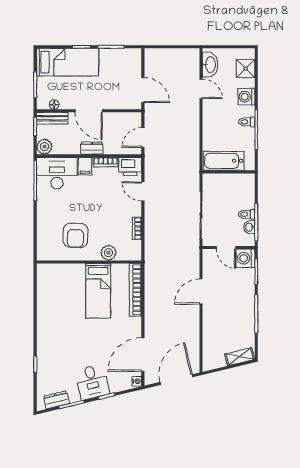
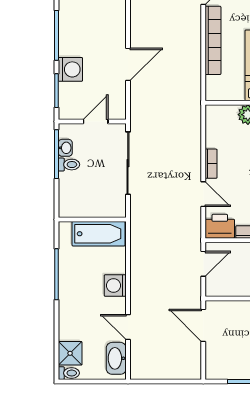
washing machine: (246, 97) -> (115, 286), moved, turned 180
toilet: (247, 122) -> (69, 373), moved
bookcase: (137, 229) -> (211, 164), moved
door: (226, 247) -> (96, 121), hinge flipped
washing machine: (245, 258) -> (70, 69), moved
bookcase: (135, 290) -> (213, 40), moved

